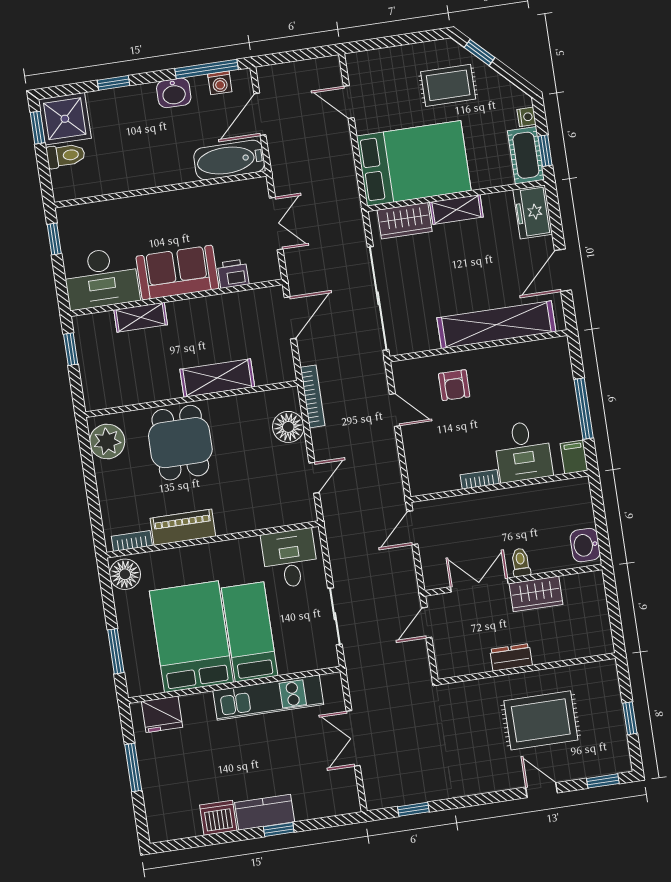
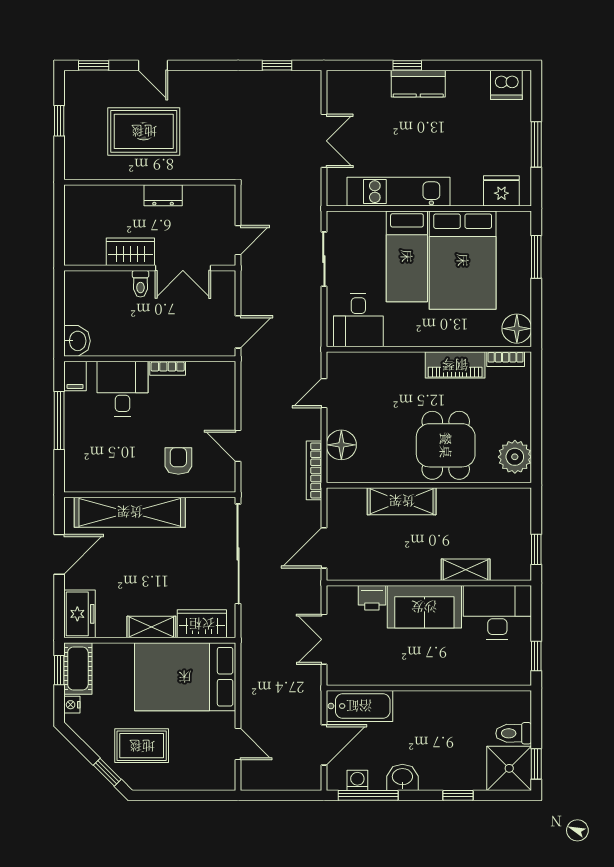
washbasin: (585, 545) -> (77, 341), moved
dishwasher: (218, 818) -> (506, 85), moved

